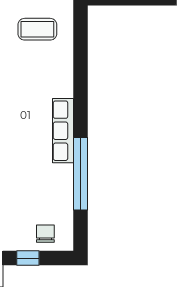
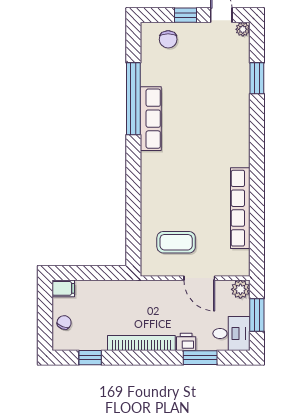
row of seats: (63, 131) -> (151, 119), moved

